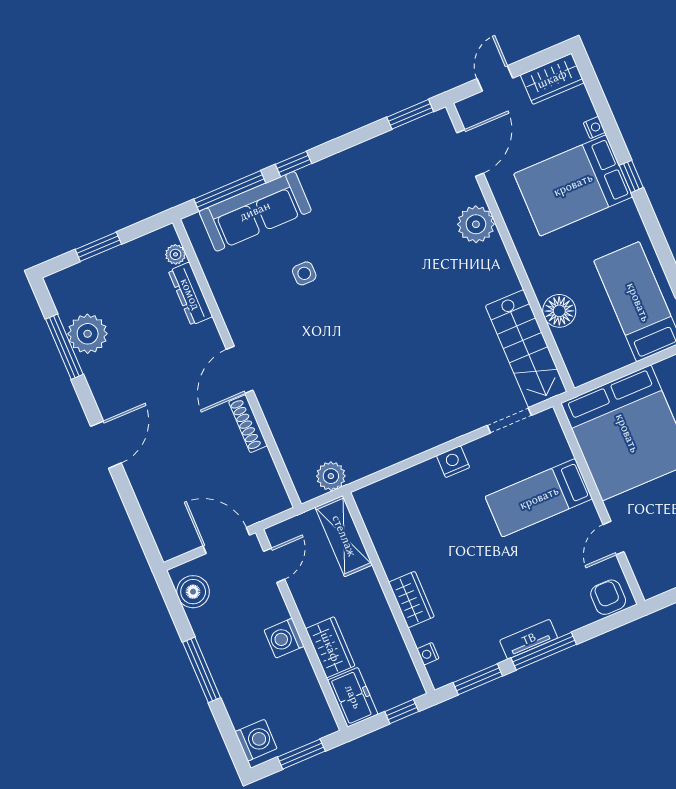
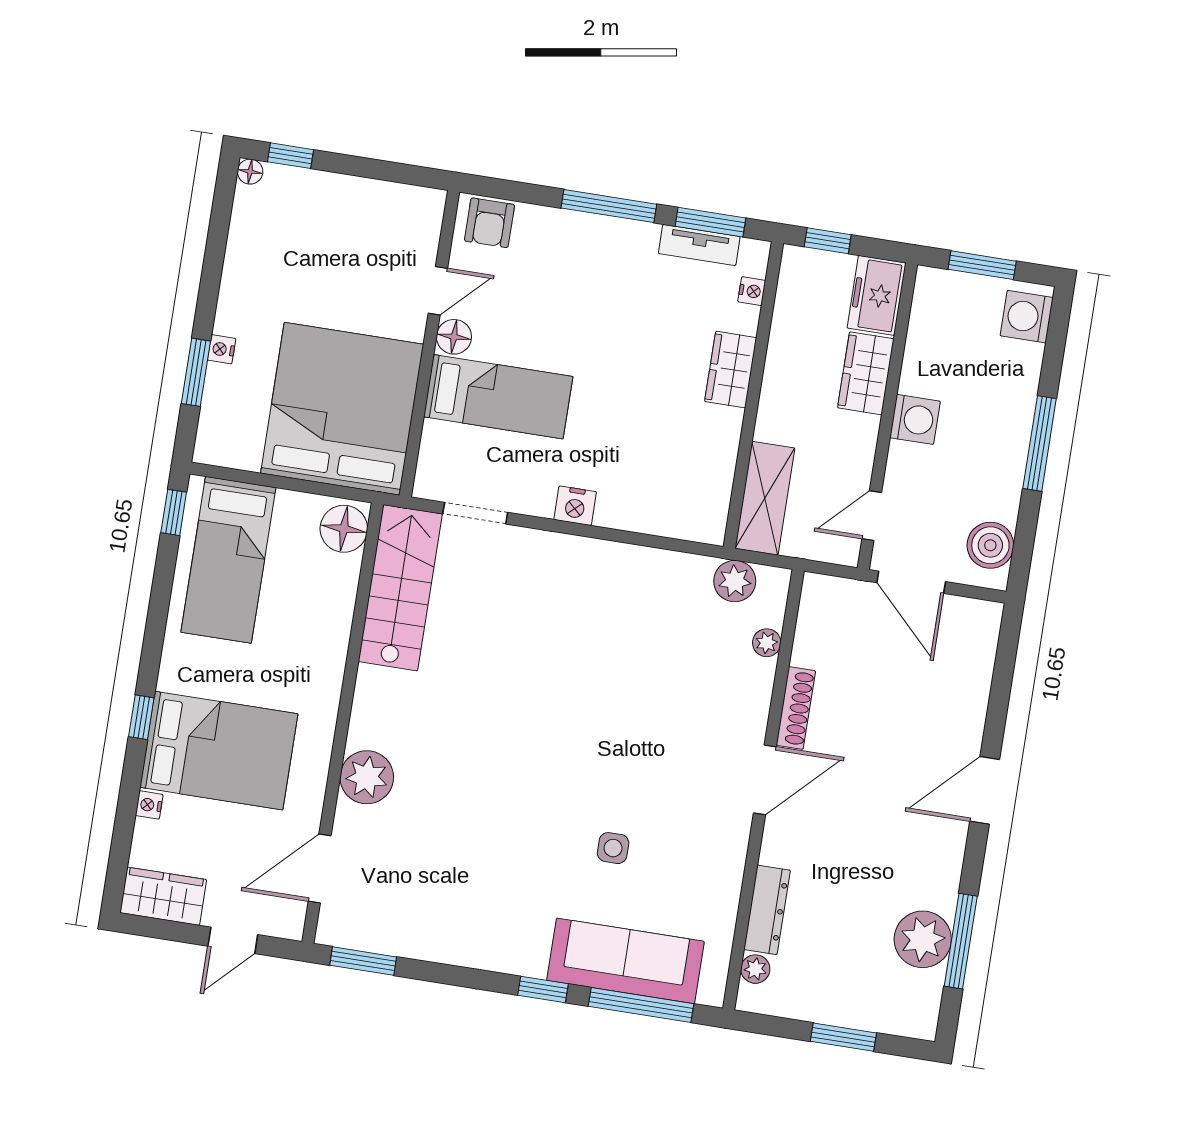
floor lamp: (559, 311) -> (344, 529), moved
plant: (289, 451) -> (767, 643), added
floor lamp: (587, 517) -> (454, 337), added
tv unit: (529, 639) -> (699, 245), moved

